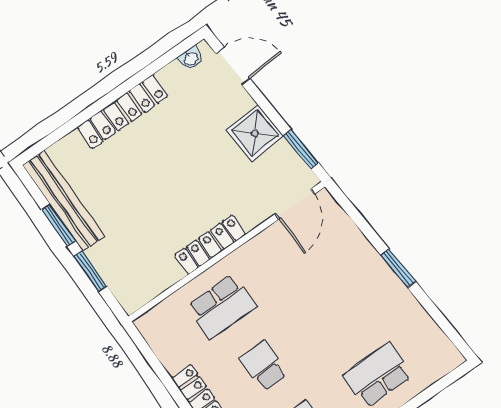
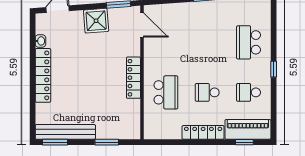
washbasin: (191, 59) -> (40, 41), moved
window: (59, 225) -> (55, 142), moved

